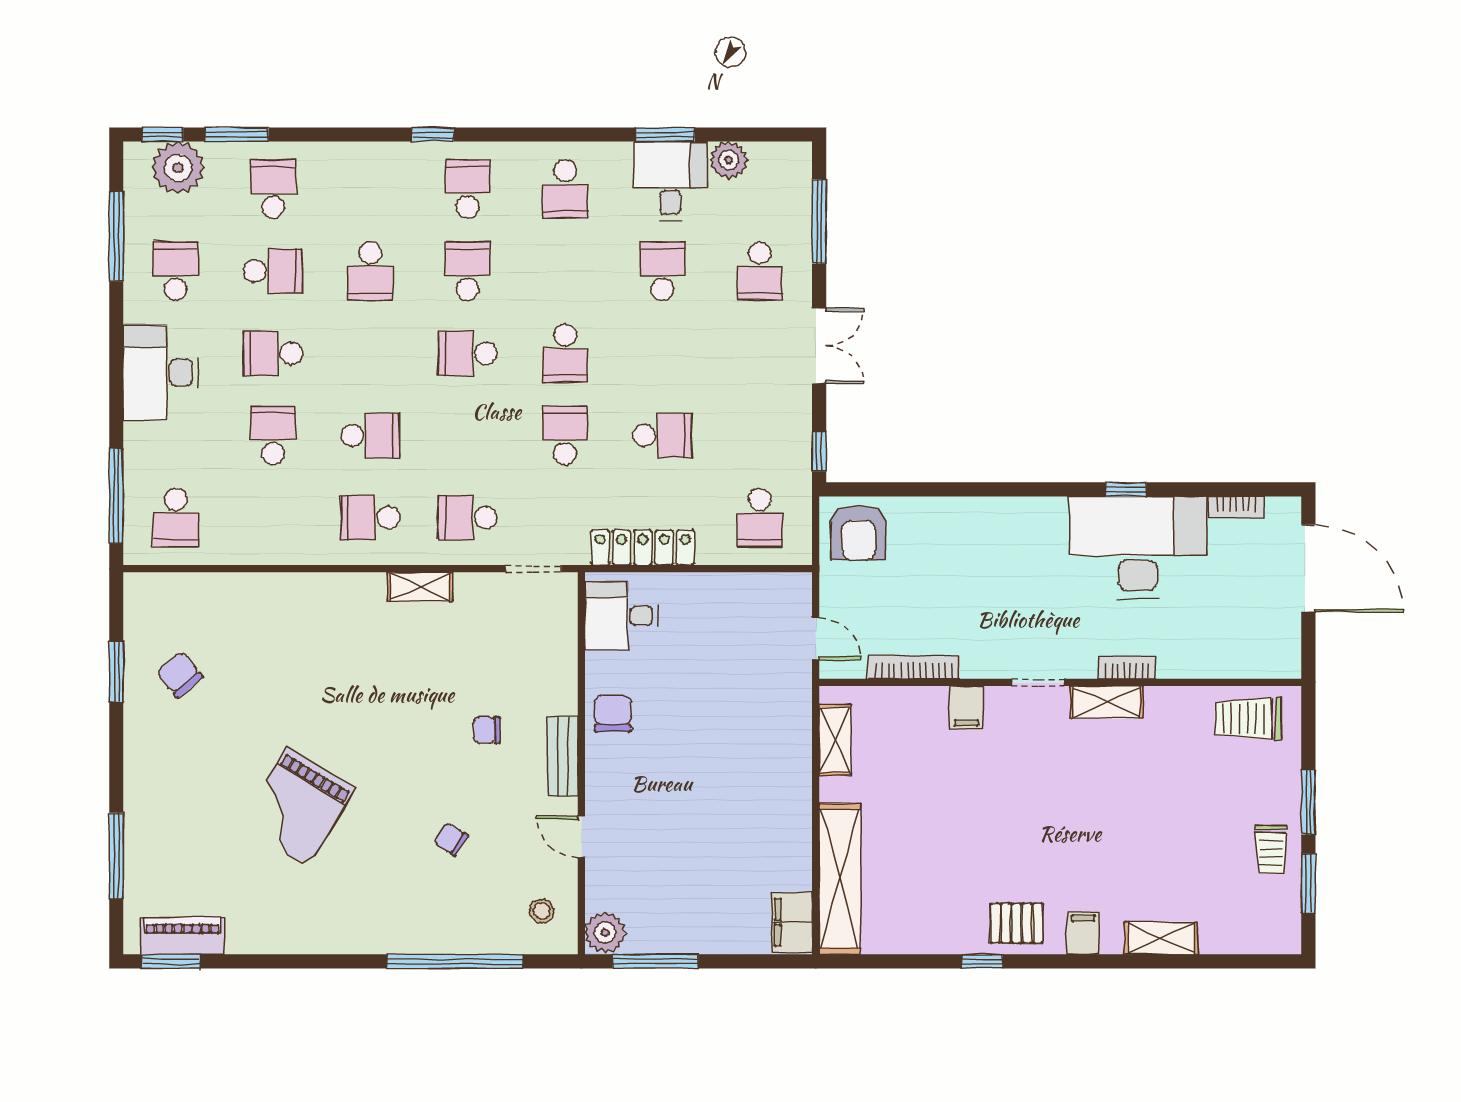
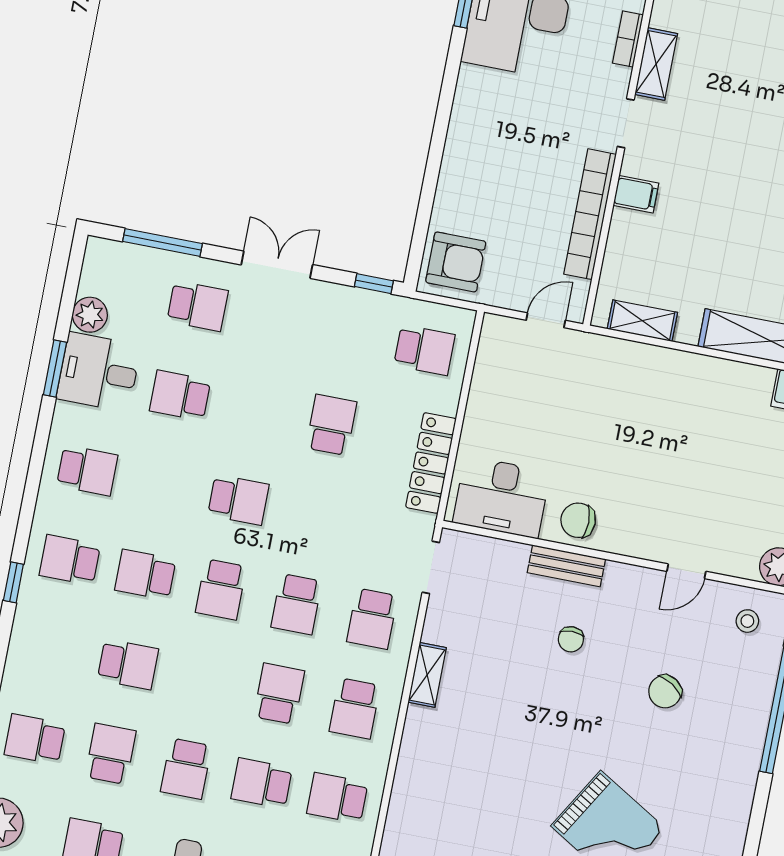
school desk: (565, 435) -> (297, 604), moved, turned -90
school desk: (273, 518) -> (337, 798), added
desk: (621, 616) -> (502, 497), width x1.37
bookcase: (914, 667) -> (590, 214), width x1.48, depth x1.31
bench: (563, 757) -> (566, 566), moved
chair: (451, 839) -> (665, 692), width x1.37, depth x1.37

